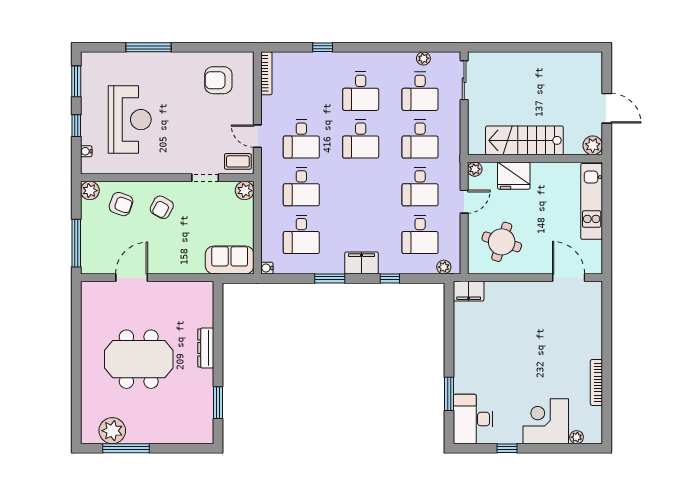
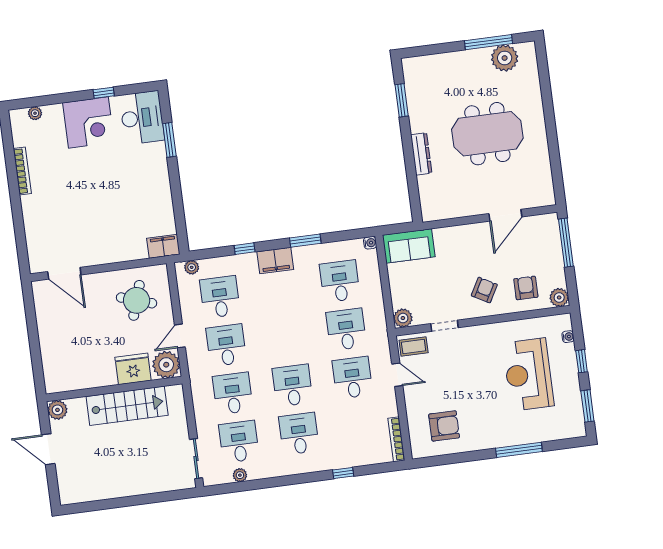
plant: (475, 169) -> (166, 365), width x1.87, depth x1.87
kitchen unit: (592, 201) -> (51, 353), removed
armchair: (121, 204) -> (526, 288), turned 70
corner desk: (546, 421) -> (88, 122), moved

